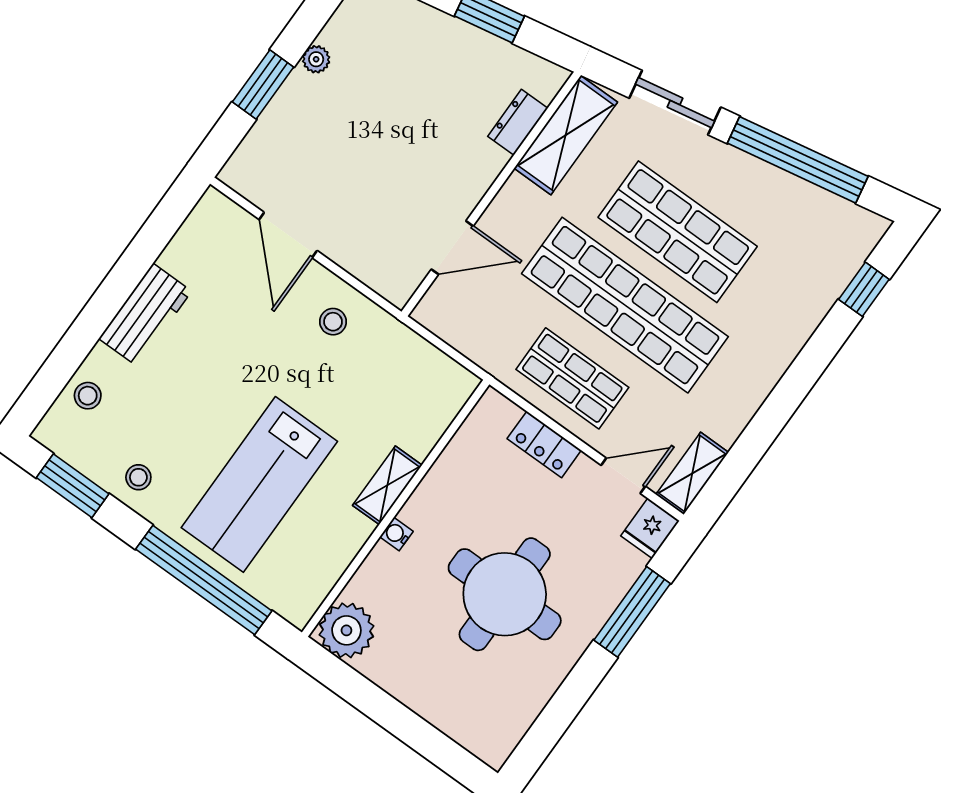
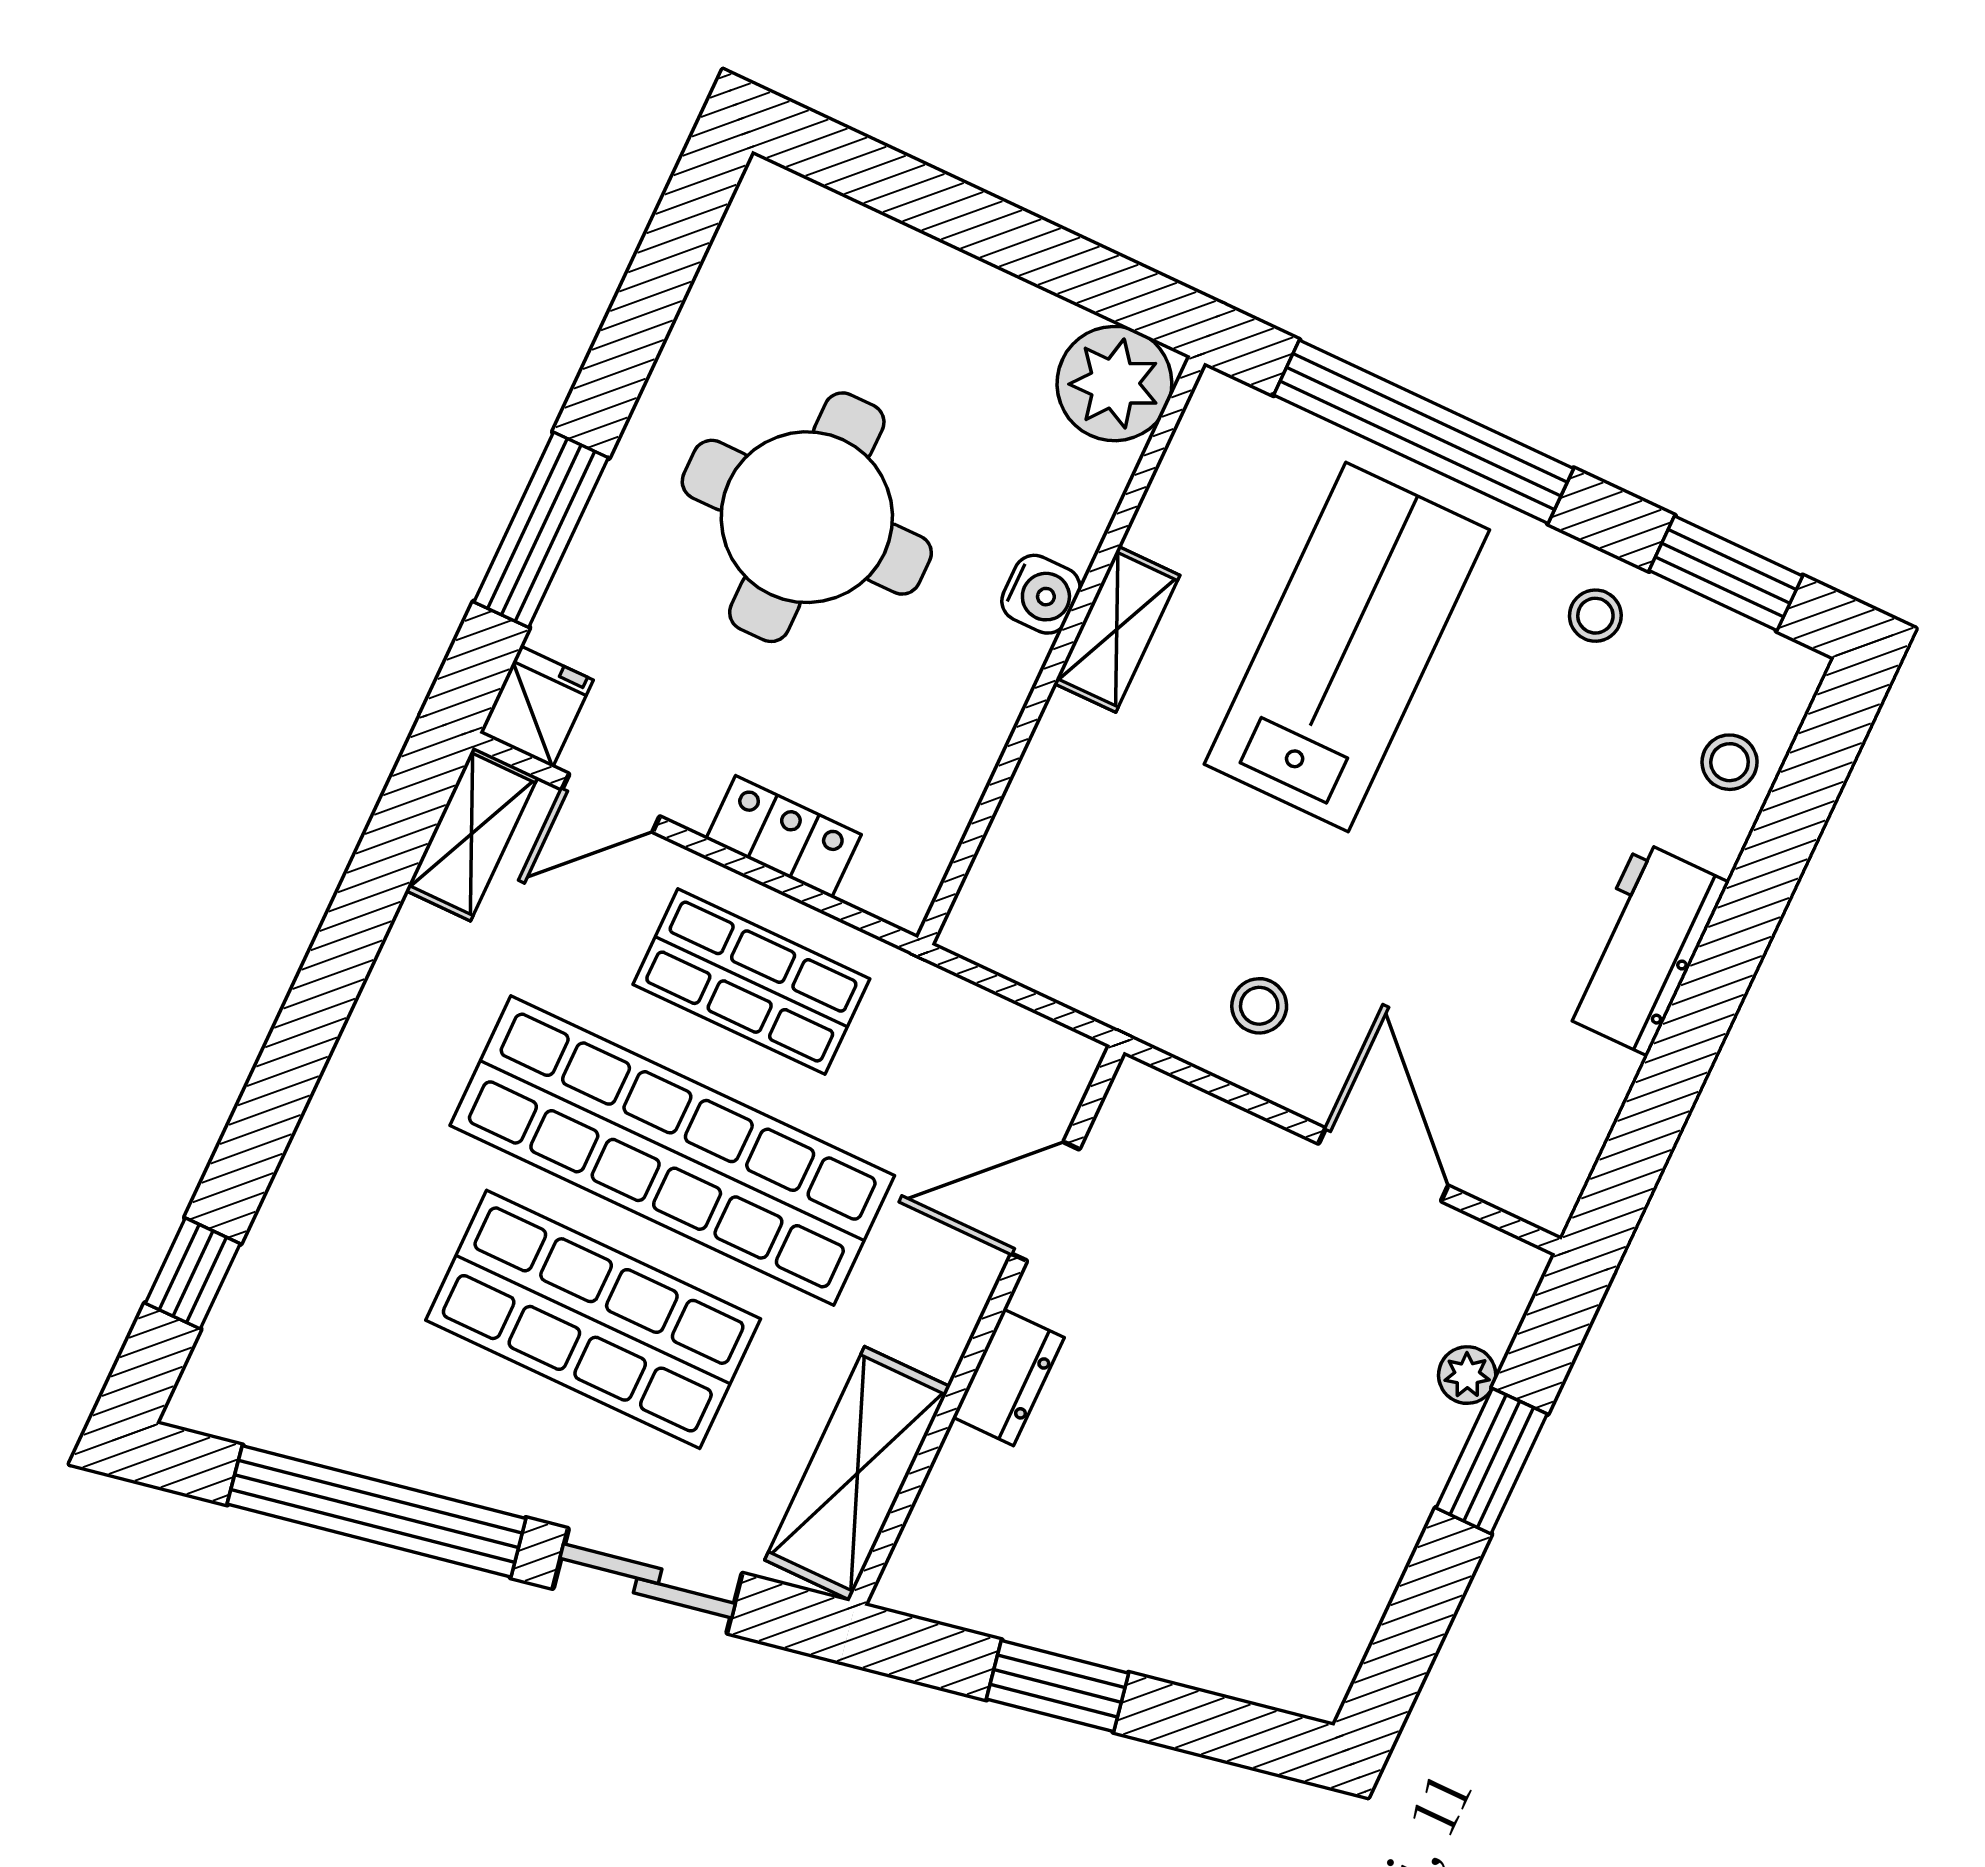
plant: (316, 59) -> (1467, 1375), moved
dresser: (518, 122) -> (1008, 1377), moved
shelving: (387, 485) -> (1117, 629), moved
water cooler: (396, 534) -> (1041, 594), width x1.38, depth x1.38

